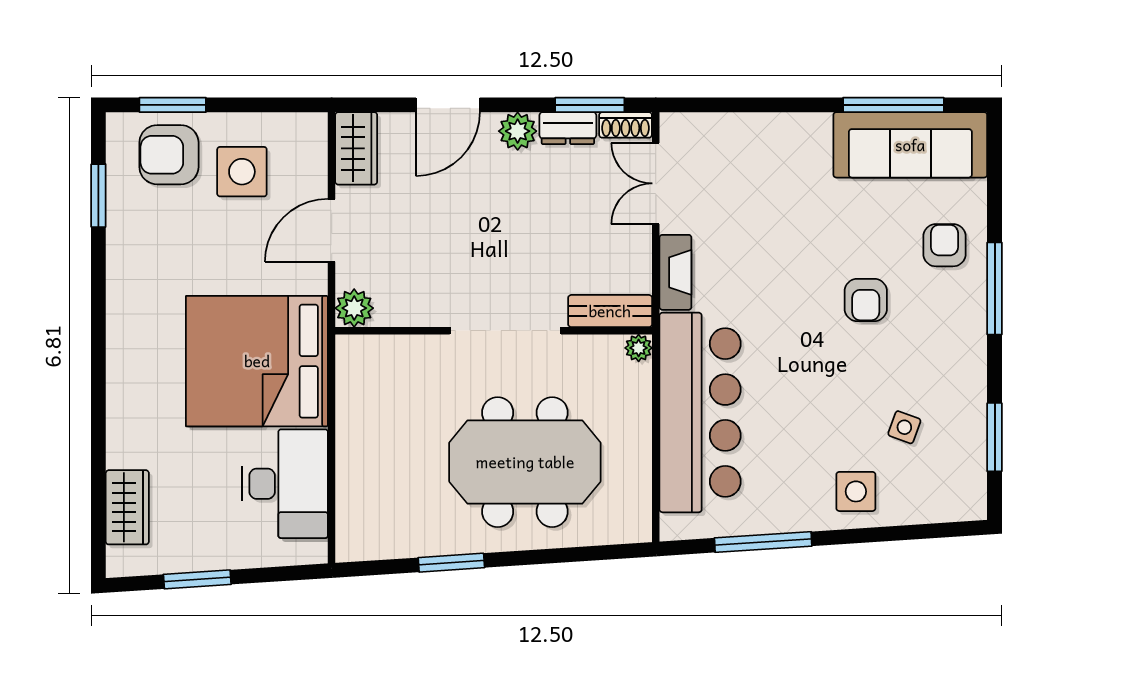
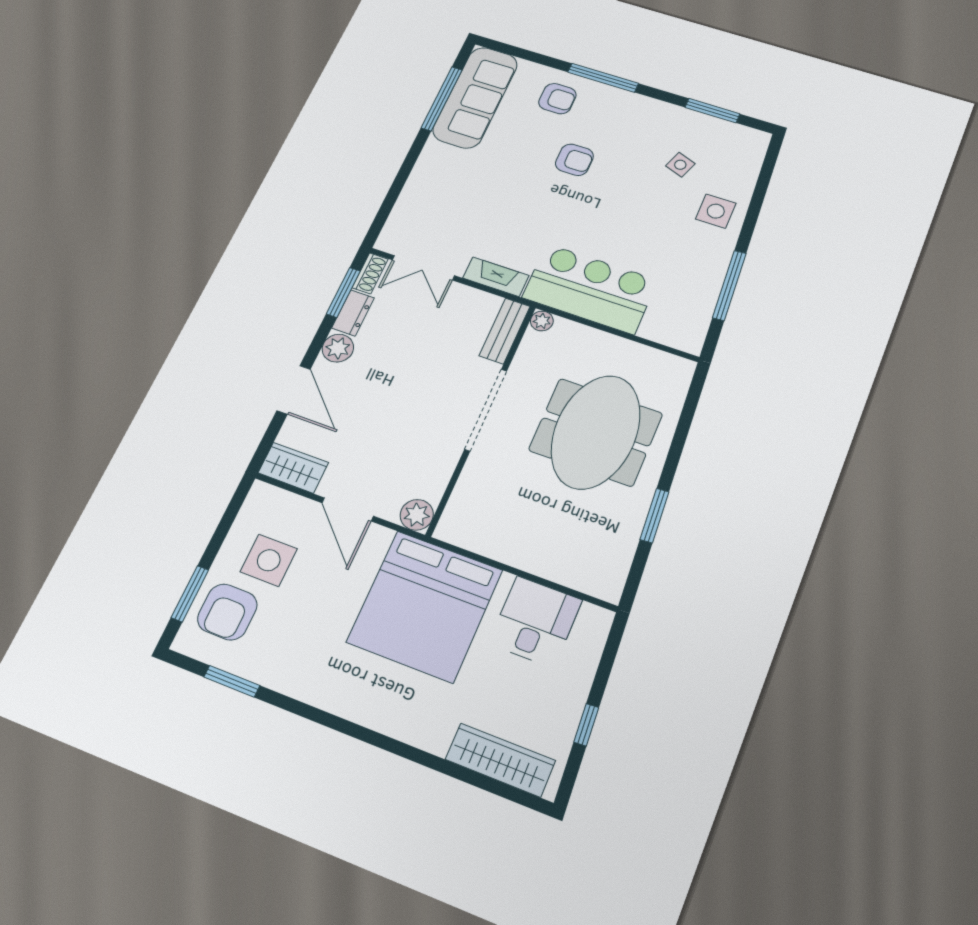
armchair: (944, 245) -> (557, 99), turned 180
bar counter: (700, 412) -> (590, 289), width x0.73
desk: (285, 484) -> (535, 622), width x0.73
wardrobe: (127, 507) -> (500, 760), width x1.50
window: (197, 579) -> (586, 725), width x0.67

